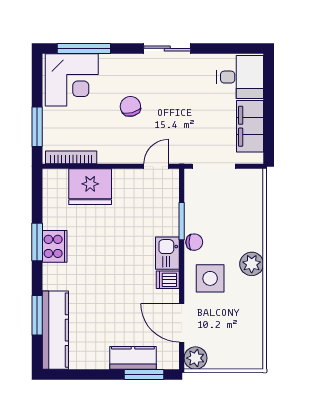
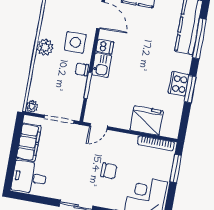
chair: (130, 106) -> (109, 171), turned -76
plant: (255, 177) -> (32, 106), added
window: (37, 315) -> (199, 39), width x1.44

